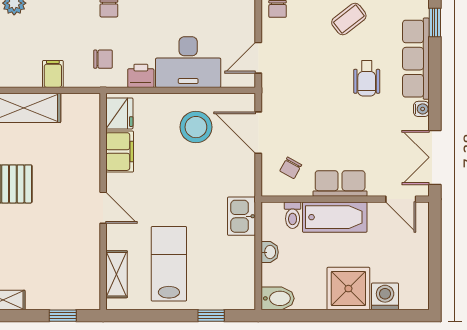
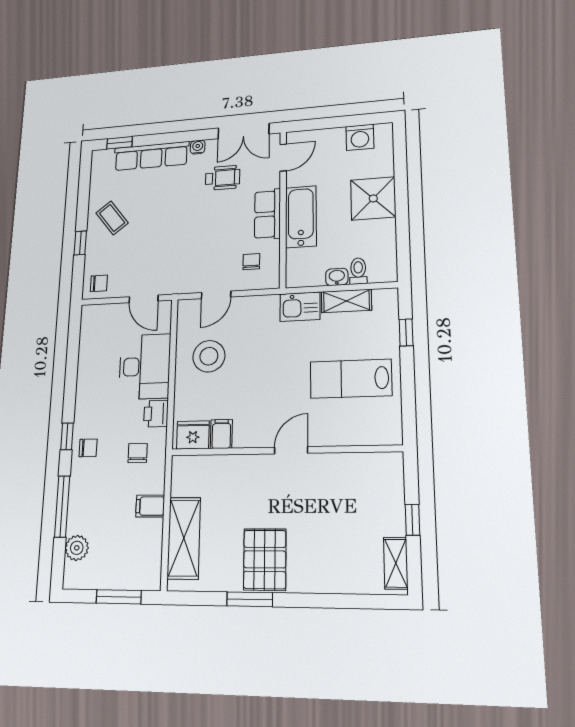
wheelchair: (367, 78) -> (222, 178), moved
door: (258, 133) -> (216, 295), width x0.73
filing cabinet: (120, 152) -> (221, 434), width x0.50
chair: (291, 168) -> (251, 262), turned -119
toilet: (293, 215) -> (358, 271), moved, turned -90
shelving: (117, 274) -> (346, 301), moved
washing machine: (385, 296) -> (360, 137), moved, turned -90
bidet: (278, 298) -> (385, 266), removed
window: (63, 316) -> (412, 520), moved

